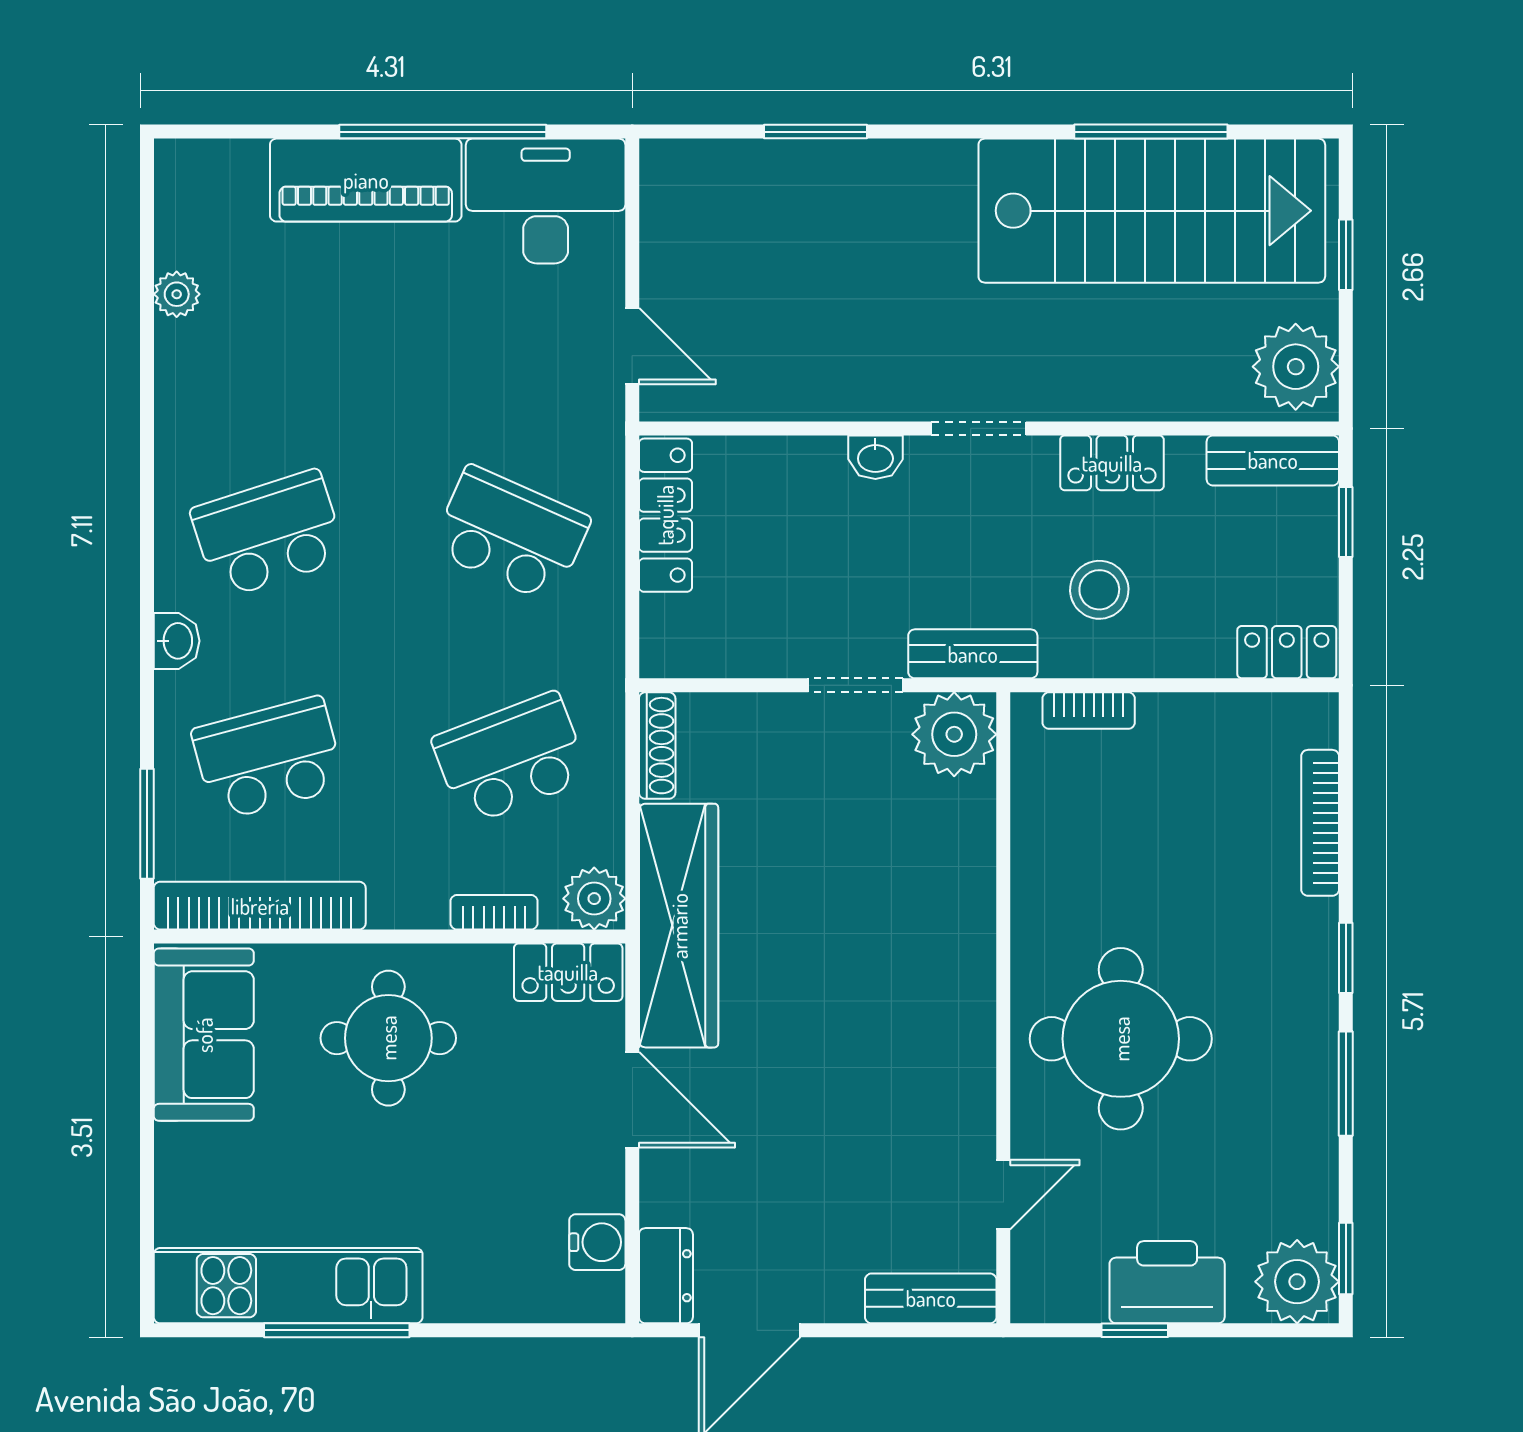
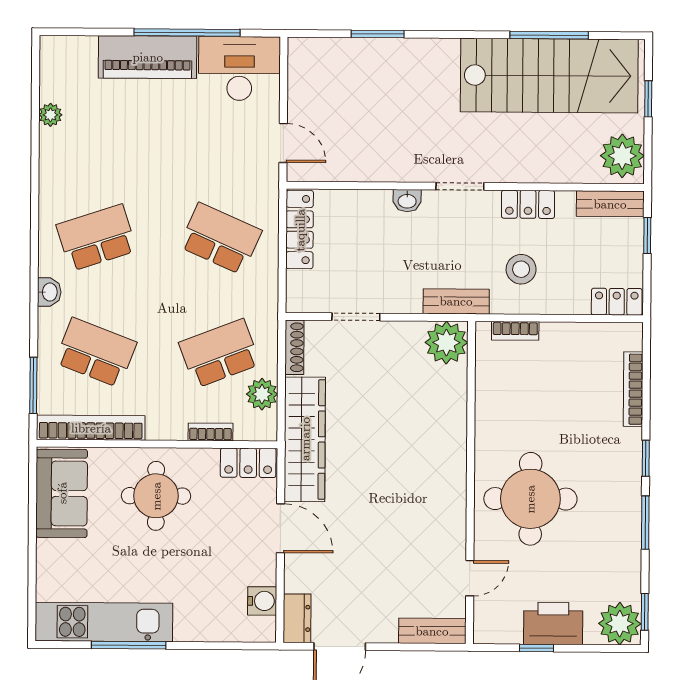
doorway: (856, 685) -> (356, 317), moved
school desk: (268, 758) -> (96, 352), turned 36
plant: (594, 899) -> (262, 394), moved

